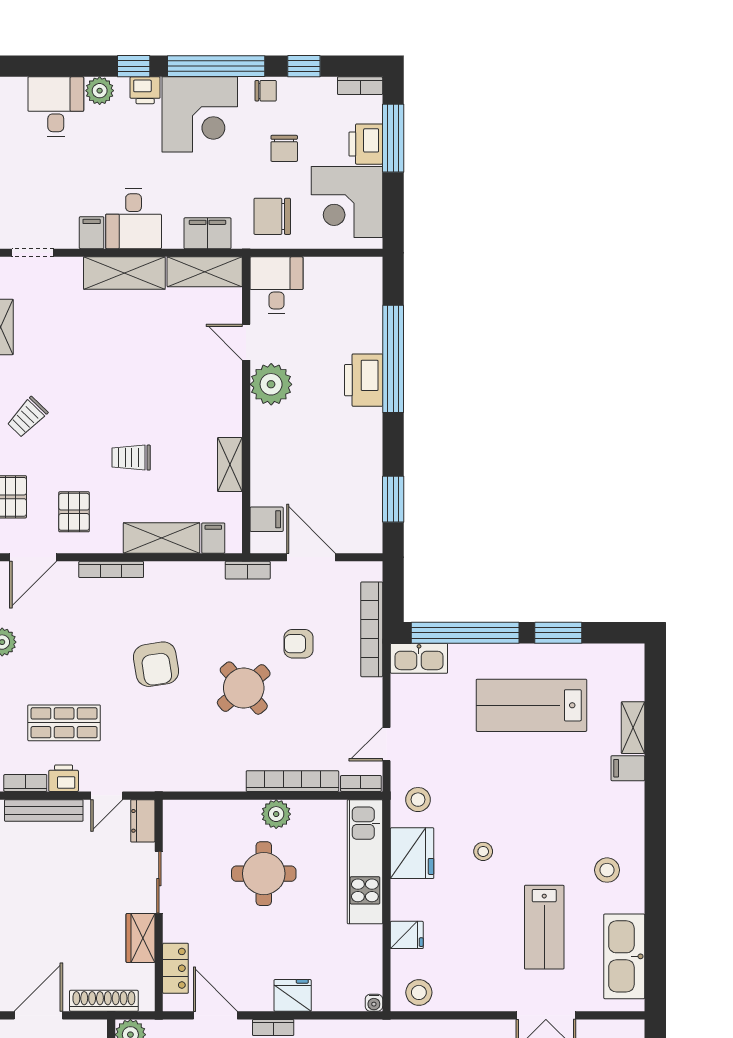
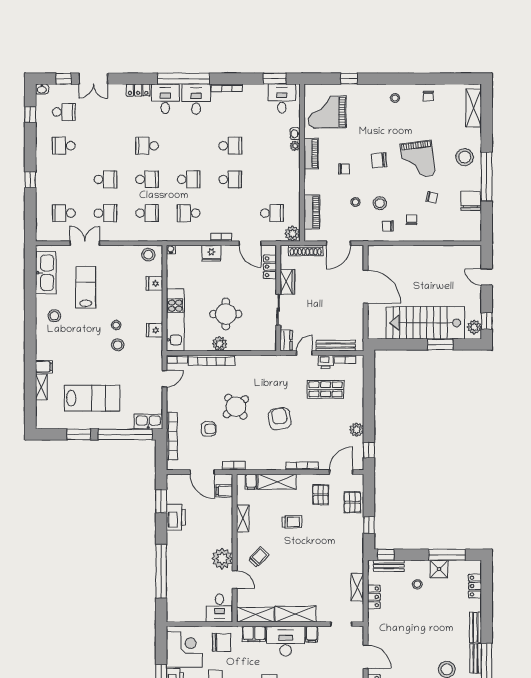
desk: (134, 219) -> (286, 641), width x1.37
printer: (364, 380) -> (176, 517), moved
trolley: (27, 417) -> (259, 557), moved
stool: (418, 800) -> (118, 345), moved
fridge: (412, 853) -> (154, 330), width x0.53, depth x0.75

